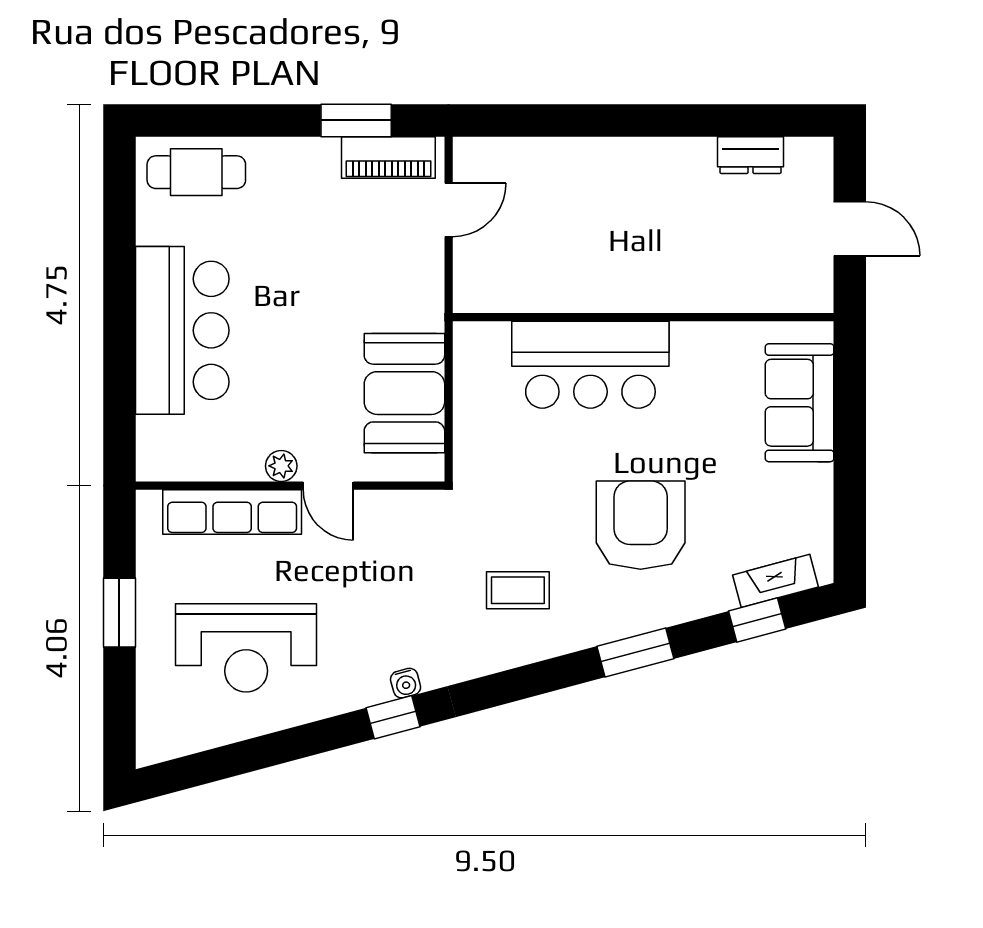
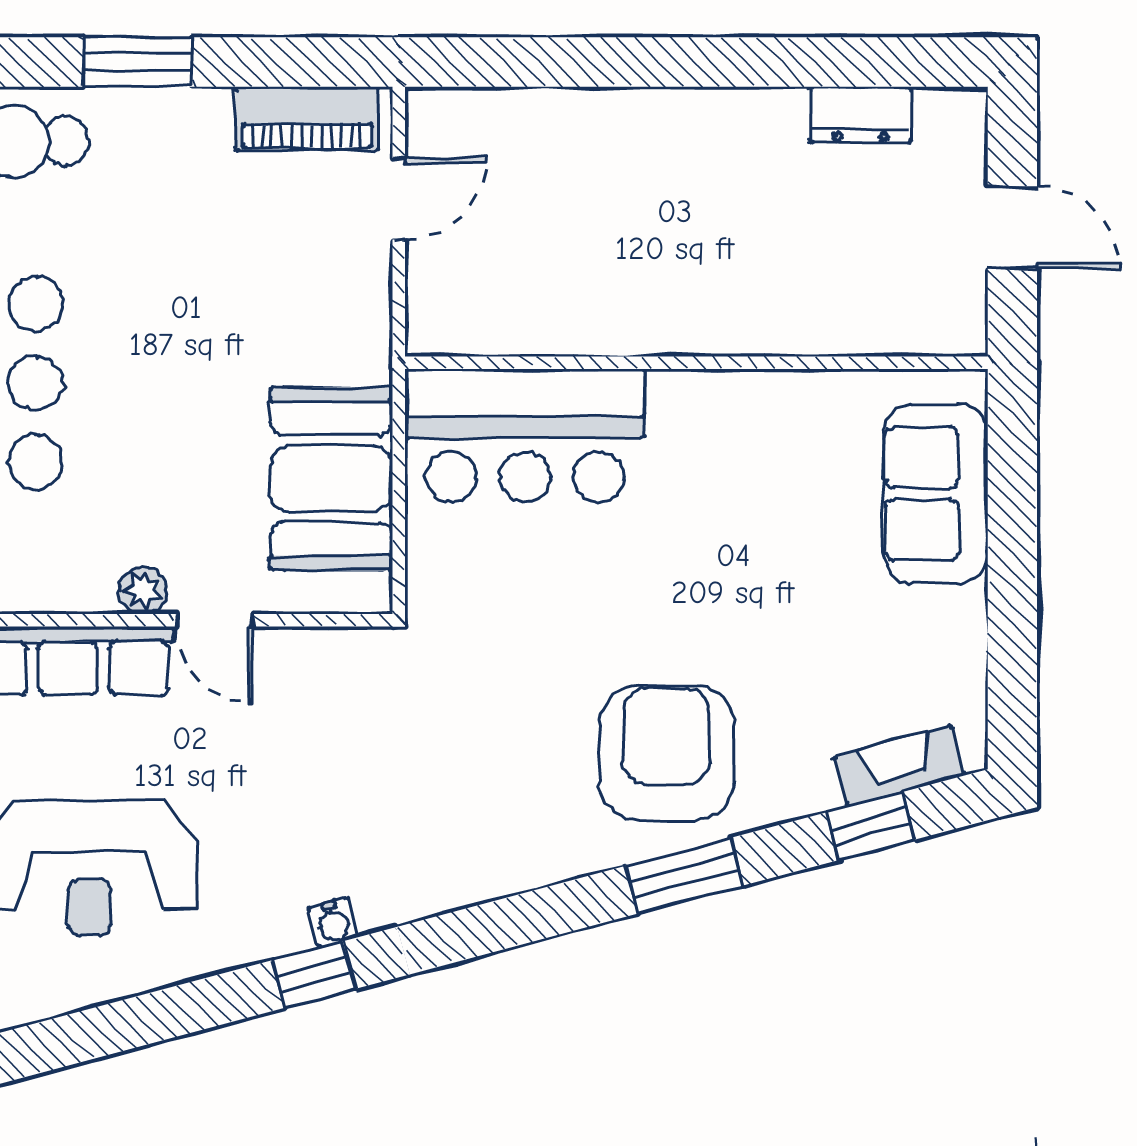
window: (356, 120) -> (137, 62), moved
bar counter: (590, 365) -> (525, 435), moved
armchair: (641, 525) -> (666, 753), moved
coffee table: (518, 590) -> (505, 781), removed

